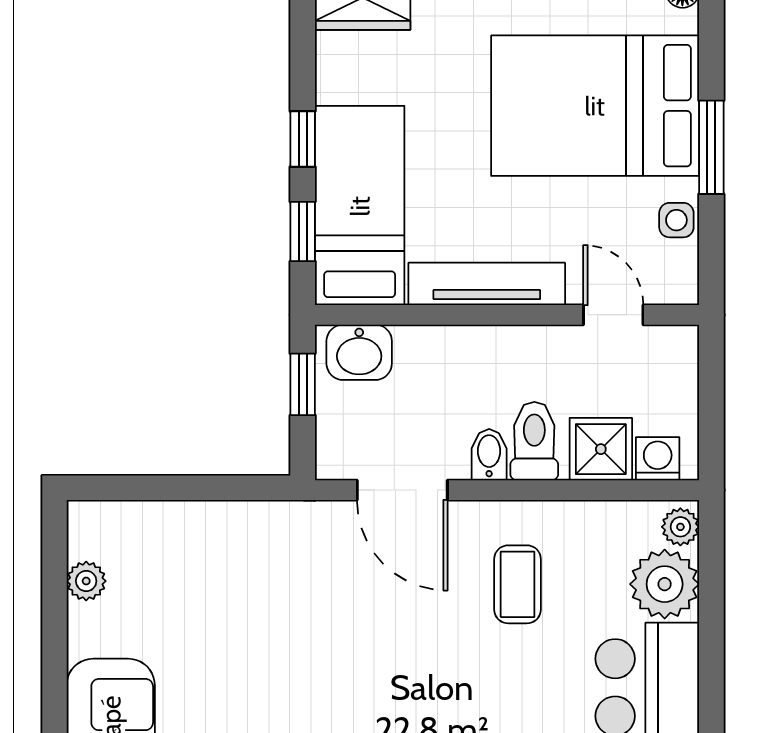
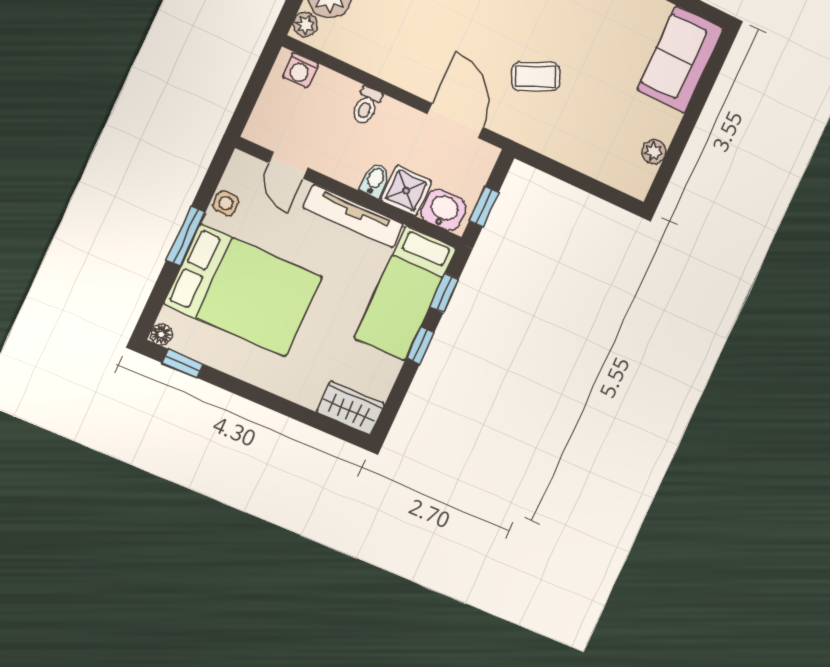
toilet: (534, 441) -> (366, 106), width x0.73, depth x0.72
shower: (601, 449) -> (406, 191), moved
bidet: (489, 455) -> (375, 180), moved, turned 180
coffee table: (518, 584) -> (536, 77), moved, turned 65

